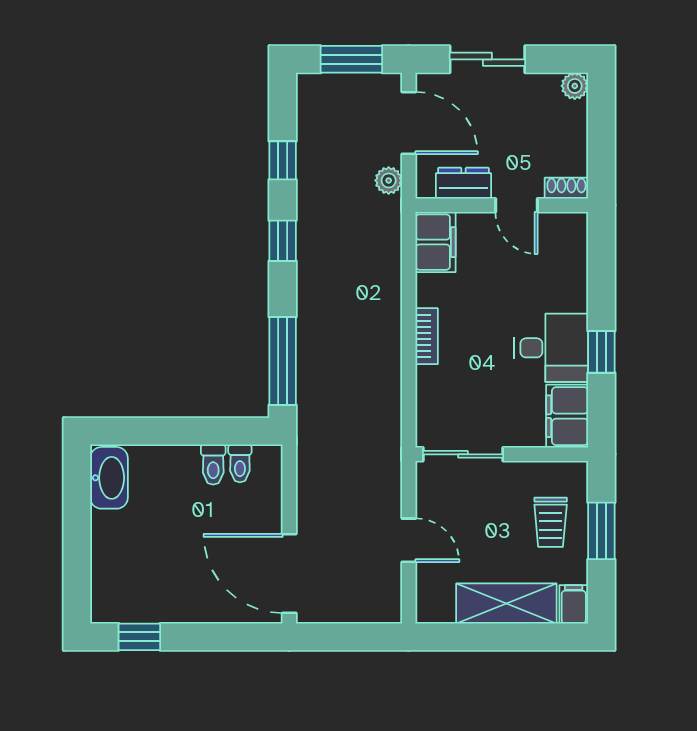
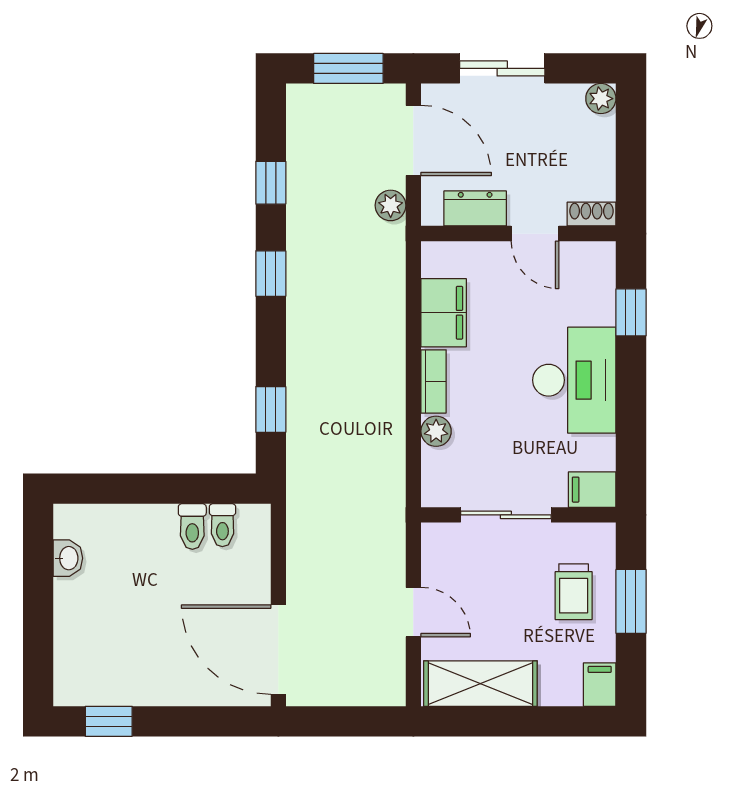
filing cabinet: (436, 242) -> (444, 313), moved
desk: (551, 348) -> (574, 380), width x1.37
window: (601, 352) -> (631, 312), moved
window: (283, 361) -> (271, 409), width x0.46
plant: (429, 380) -> (436, 431), added
filing cabinet: (567, 416) -> (592, 490), width x0.50
sliding door: (463, 454) -> (506, 515), moved
washbasin: (109, 478) -> (68, 558), width x0.52, depth x0.69
shelving: (506, 604) -> (480, 684), moved

